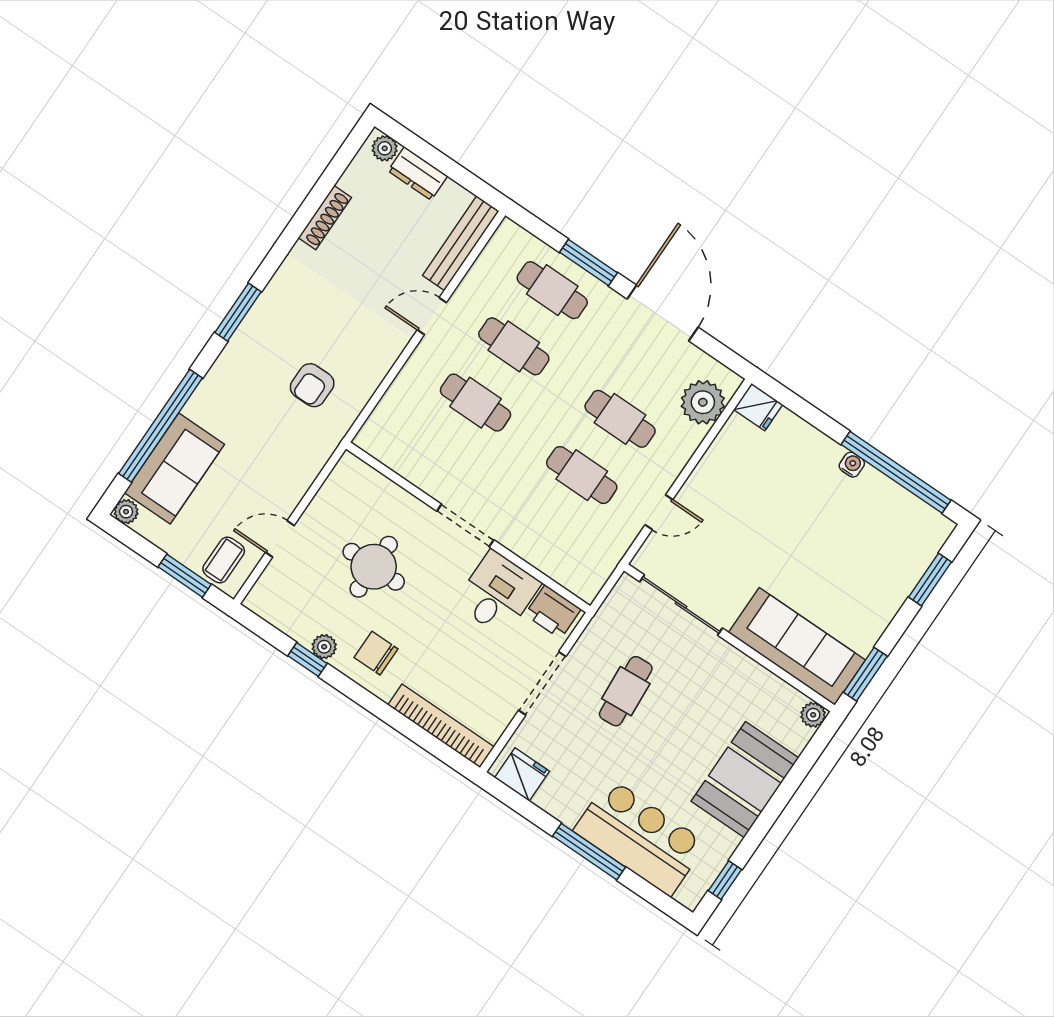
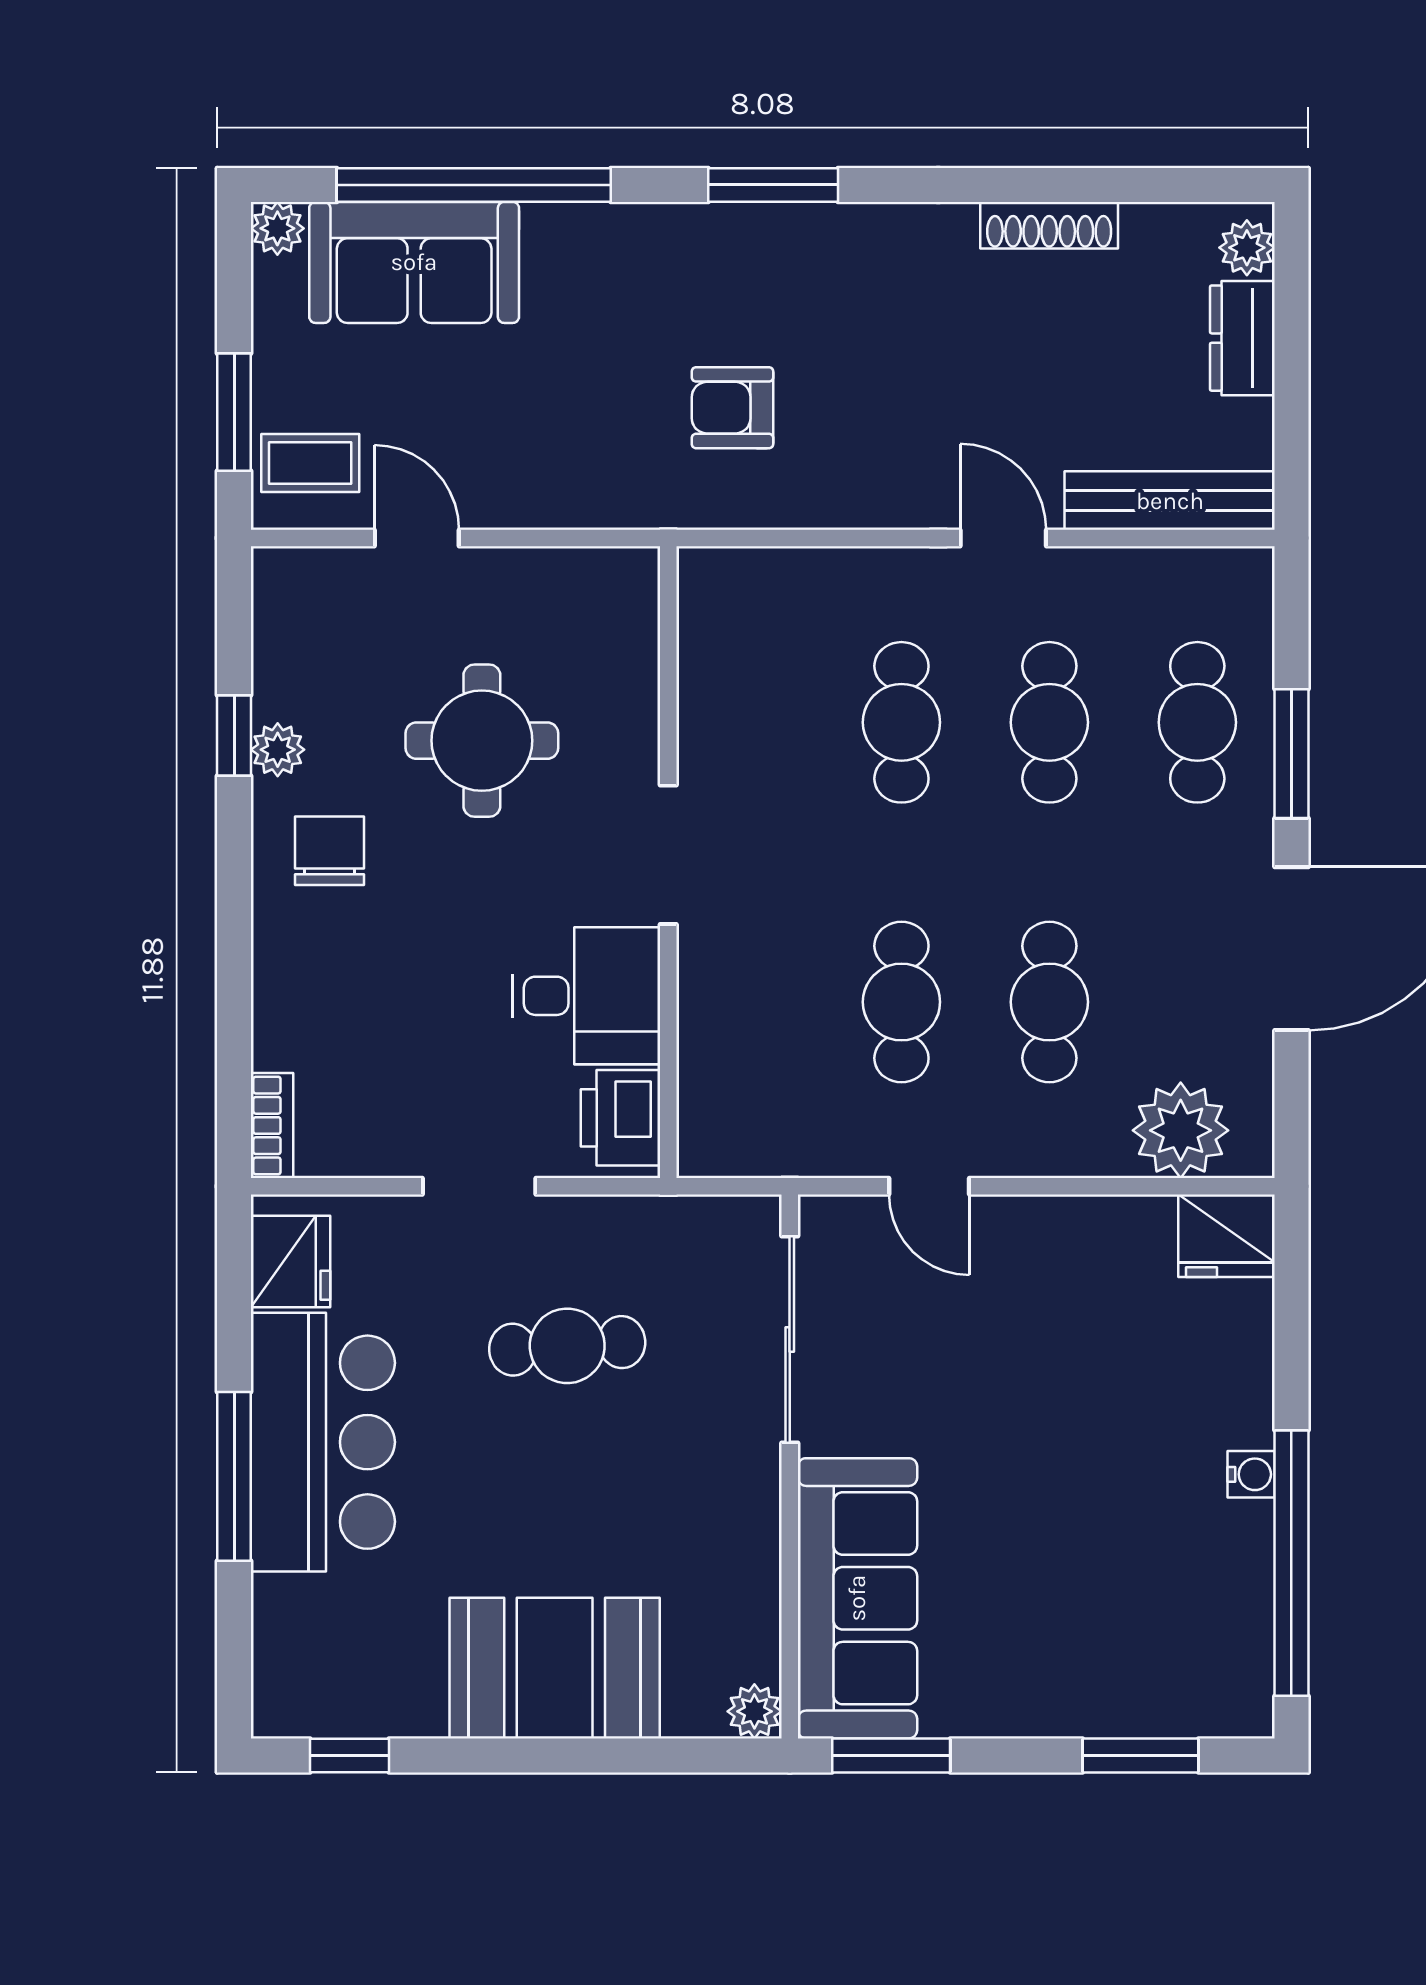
fridge: (758, 407) -> (1226, 1236), width x1.38
doorway: (542, 683) -> (479, 1186), width x0.73
bookcase: (441, 726) -> (272, 1125), width x0.43, depth x0.76
bar counter: (640, 837) -> (323, 1442), moved

